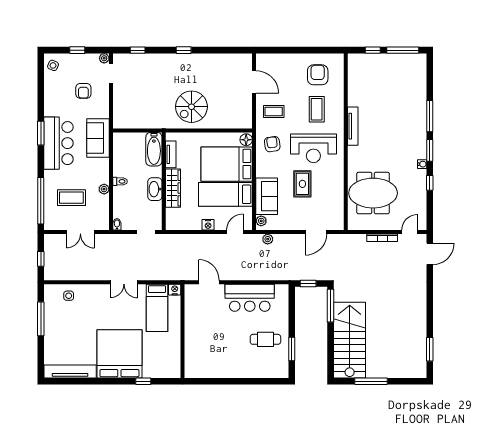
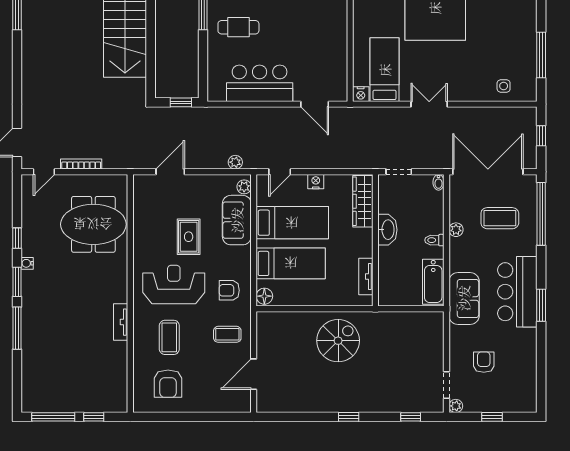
side table: (53, 65) -> (525, 396), removed
door: (254, 82) -> (254, 374), hinge flipped
tv unit: (353, 126) -> (121, 322), width x0.71
armchair: (272, 144) -> (229, 290), turned 98
bathtub: (154, 149) -> (433, 282), moved, turned 180
bed: (227, 164) -> (291, 263), width x0.67
wardrobe: (173, 188) -> (363, 201), moved
double door: (80, 232) -> (488, 172), width x1.87
window: (331, 306) -> (151, 73), removed

